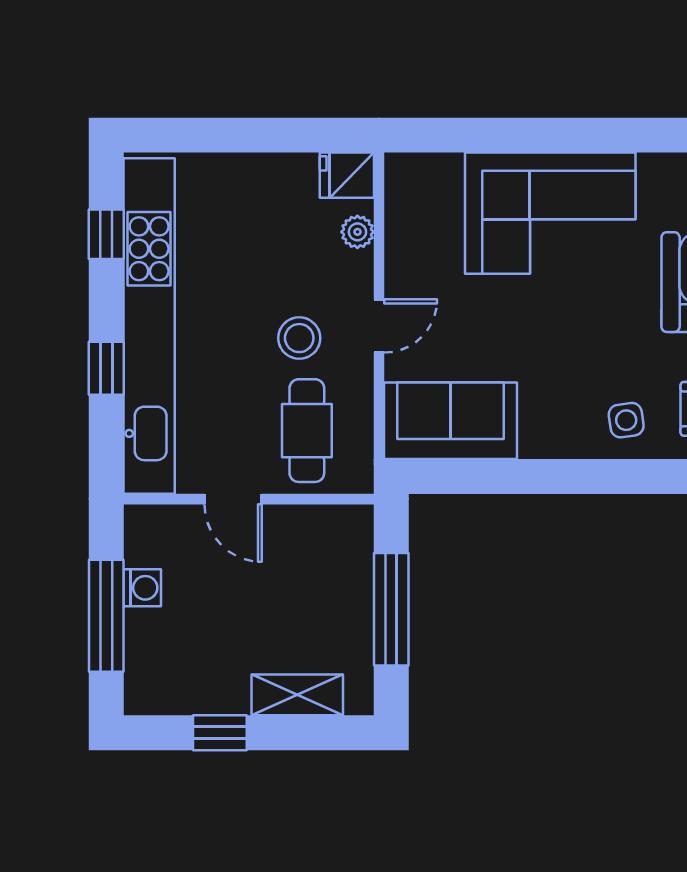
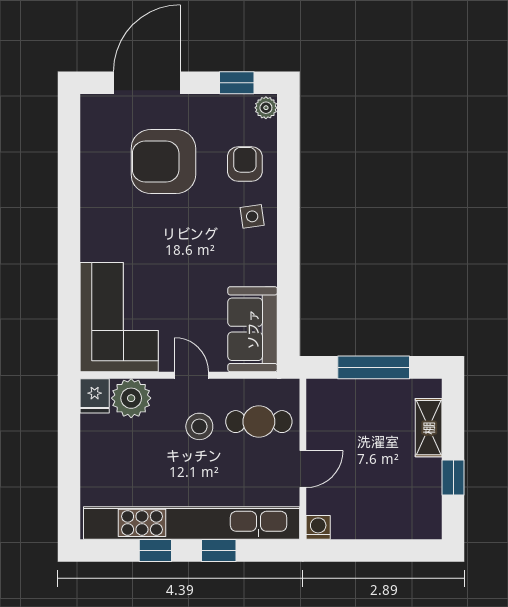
corner sofa: (550, 213) -> (119, 317), moved
plant: (357, 232) -> (131, 398), width x1.87, depth x1.87
window: (106, 234) -> (155, 550), moved
washing machine: (142, 588) -> (318, 527), moved
window: (106, 616) -> (378, 550), removed

